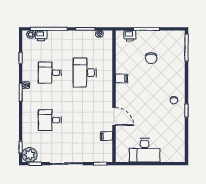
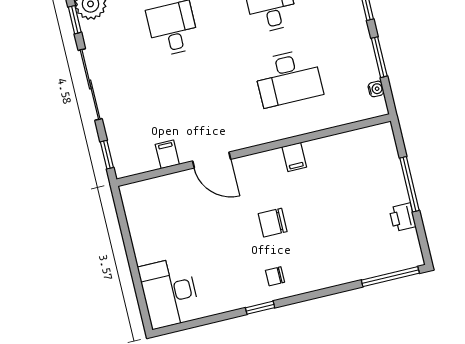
printer: (130, 36) -> (402, 217), moved
chair: (151, 58) -> (273, 223), moved
desk: (85, 73) -> (288, 78), turned 180
door: (114, 116) -> (212, 160), hinge flipped
desk: (145, 150) -> (169, 293), moved

